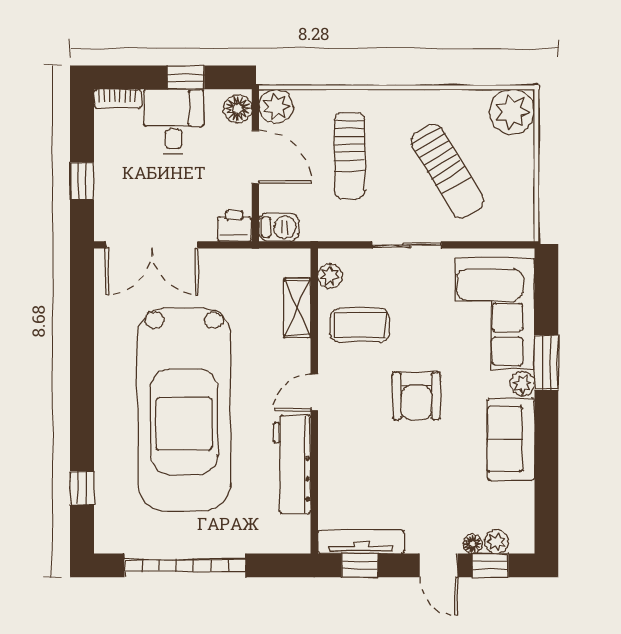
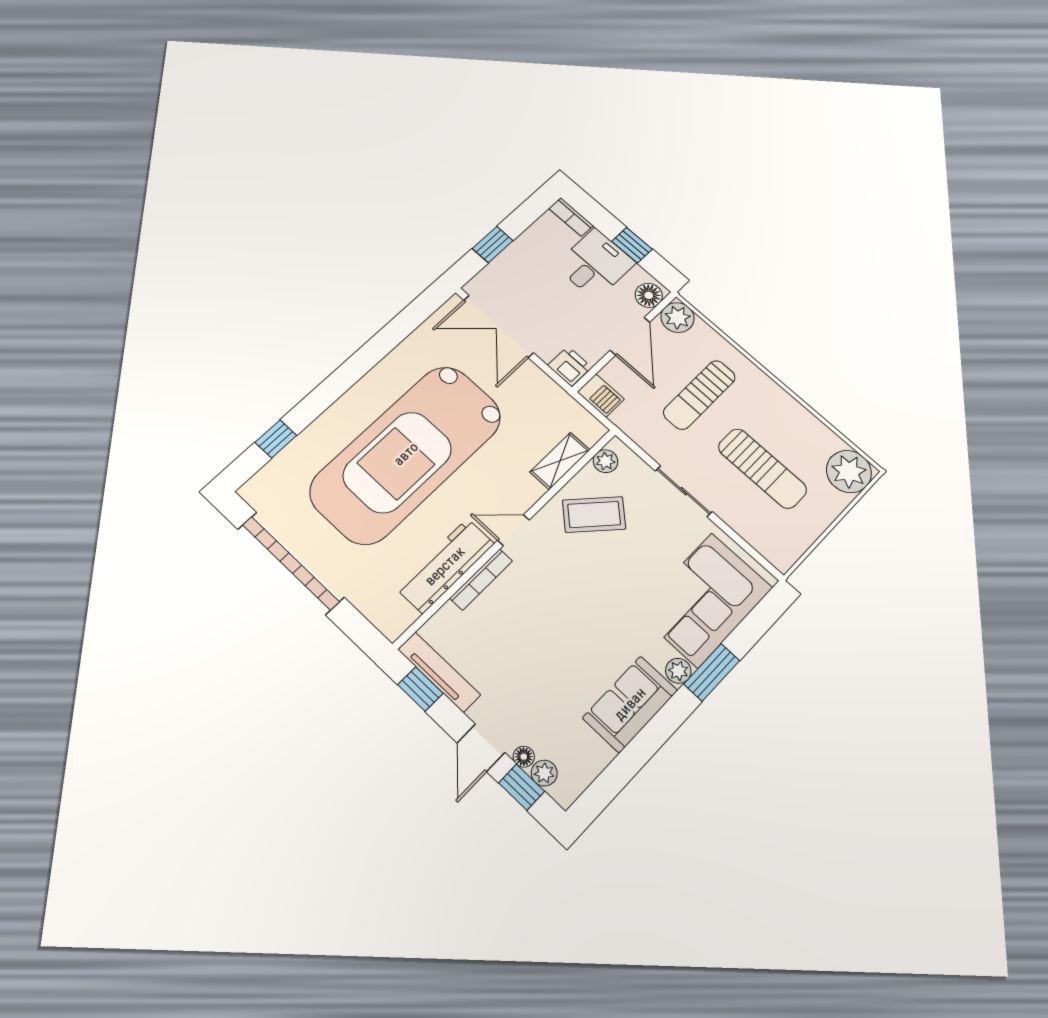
sun lounger: (447, 171) -> (762, 468), turned -59
coffee table: (360, 325) -> (594, 515), turned -48
armchair: (416, 396) -> (588, 604), removed
bookcase: (327, 450) -> (481, 580), added

